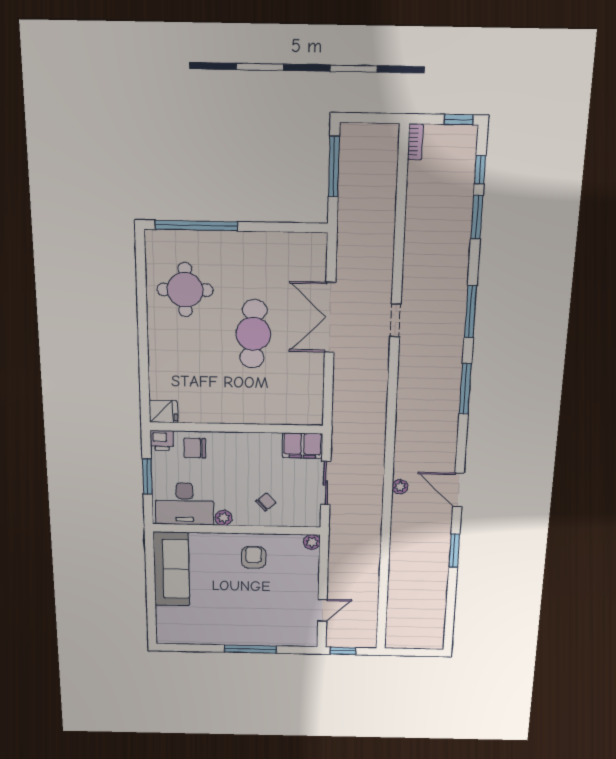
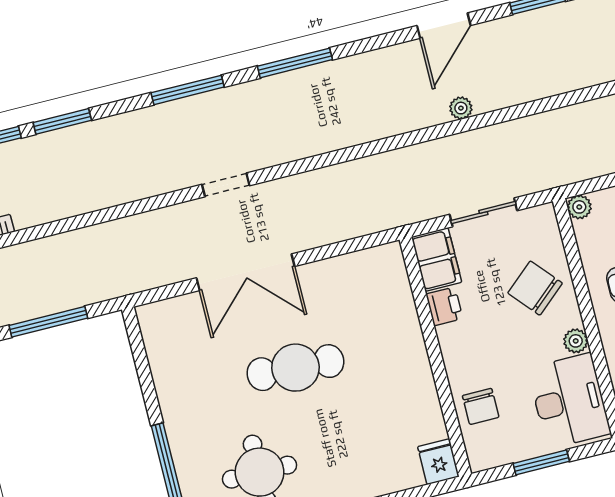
printer: (162, 440) -> (444, 306), moved
chair: (266, 502) -> (535, 288), width x1.87, depth x1.87

